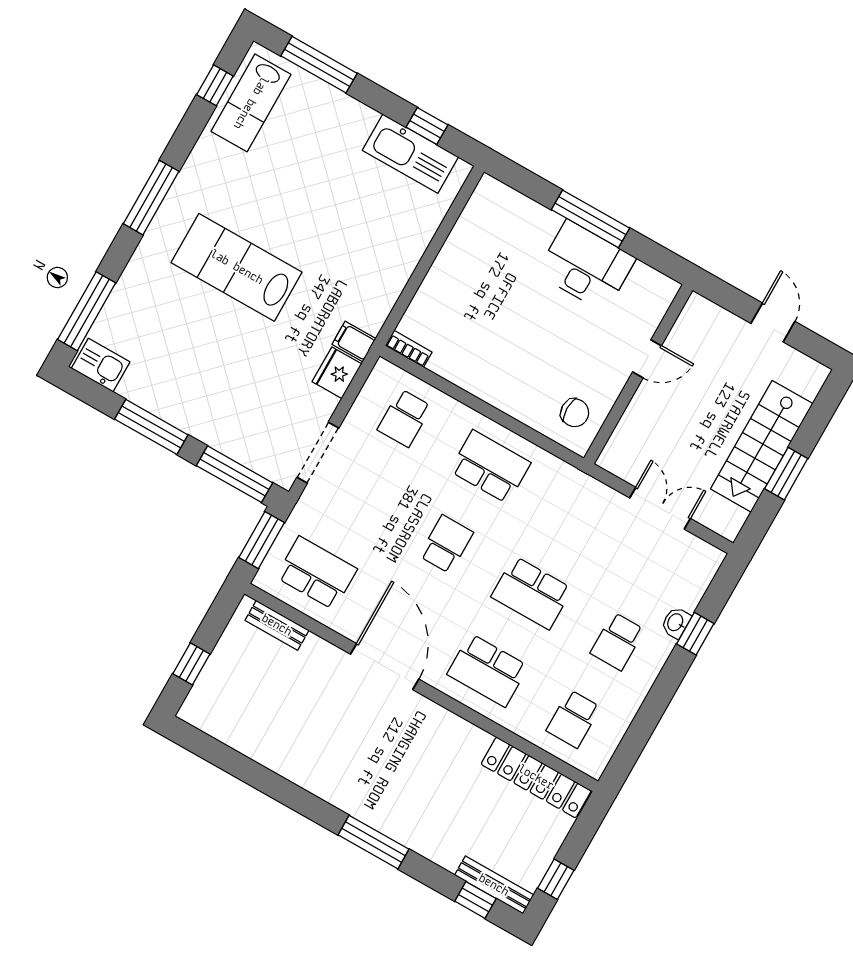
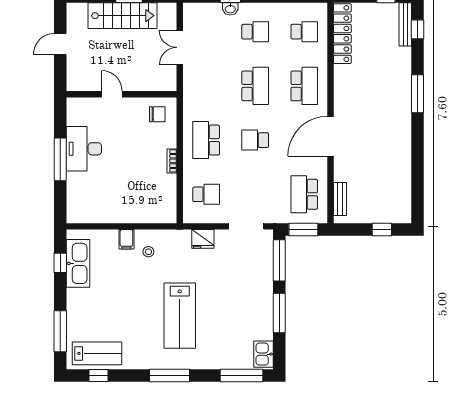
stool: (366, 275) -> (148, 252), added
filing cabinet: (354, 341) -> (126, 239), moved
bookcase: (409, 349) -> (172, 161), moved
chair: (575, 413) -> (157, 114), turned 90

